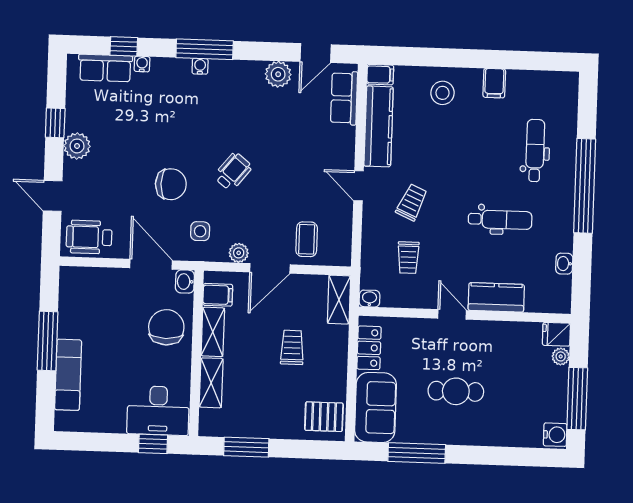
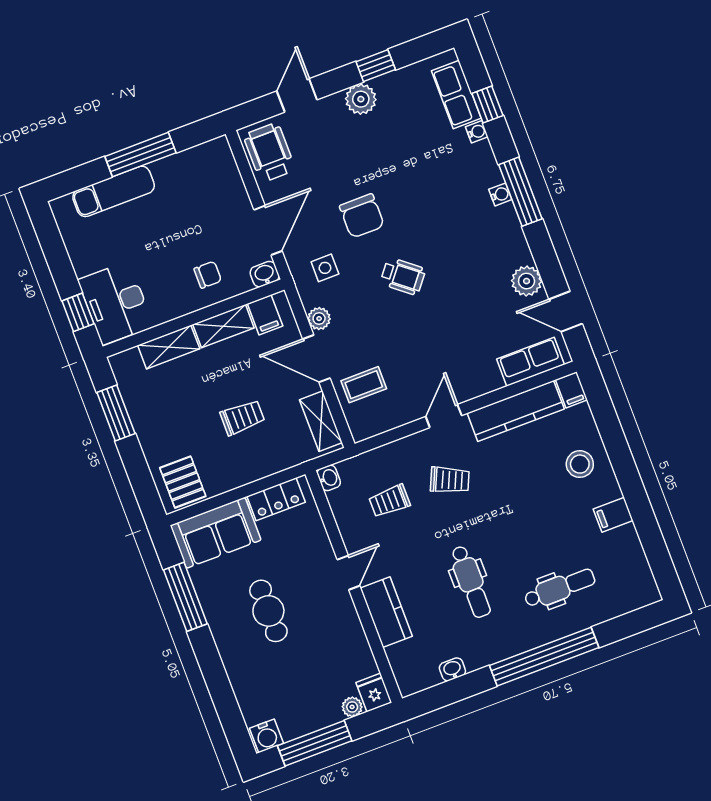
shelving: (339, 300) -> (321, 421), moved, turned 90
chair: (166, 327) -> (208, 275), width x0.54, depth x0.54

